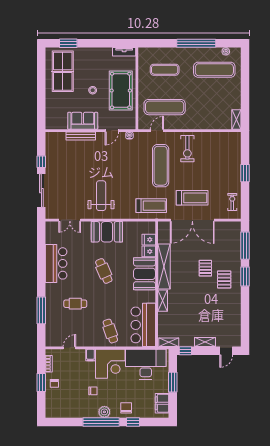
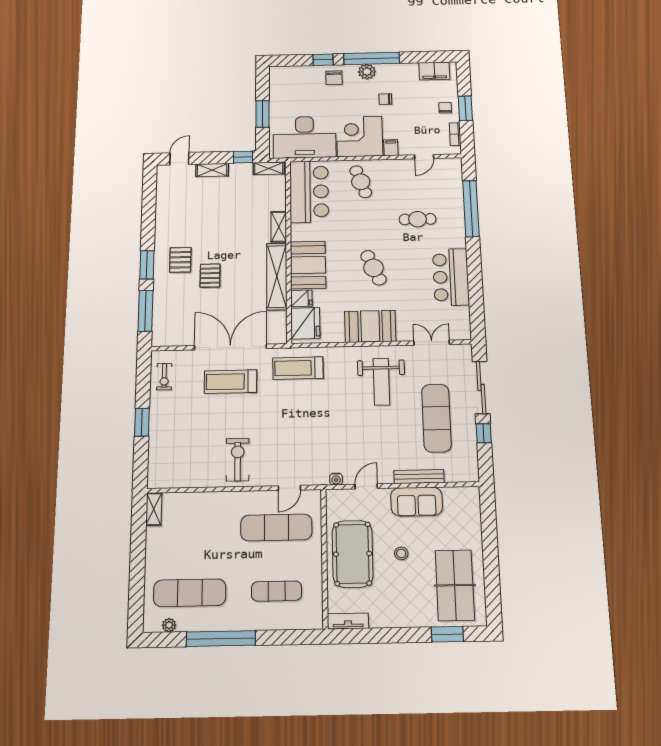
exercise mat: (161, 166) -> (436, 418), moved
fridge: (149, 240) -> (305, 323), width x1.88, depth x1.34
window: (41, 310) -> (471, 209), width x1.46
filing cabinet: (162, 403) -> (434, 71), moved, turned 90

